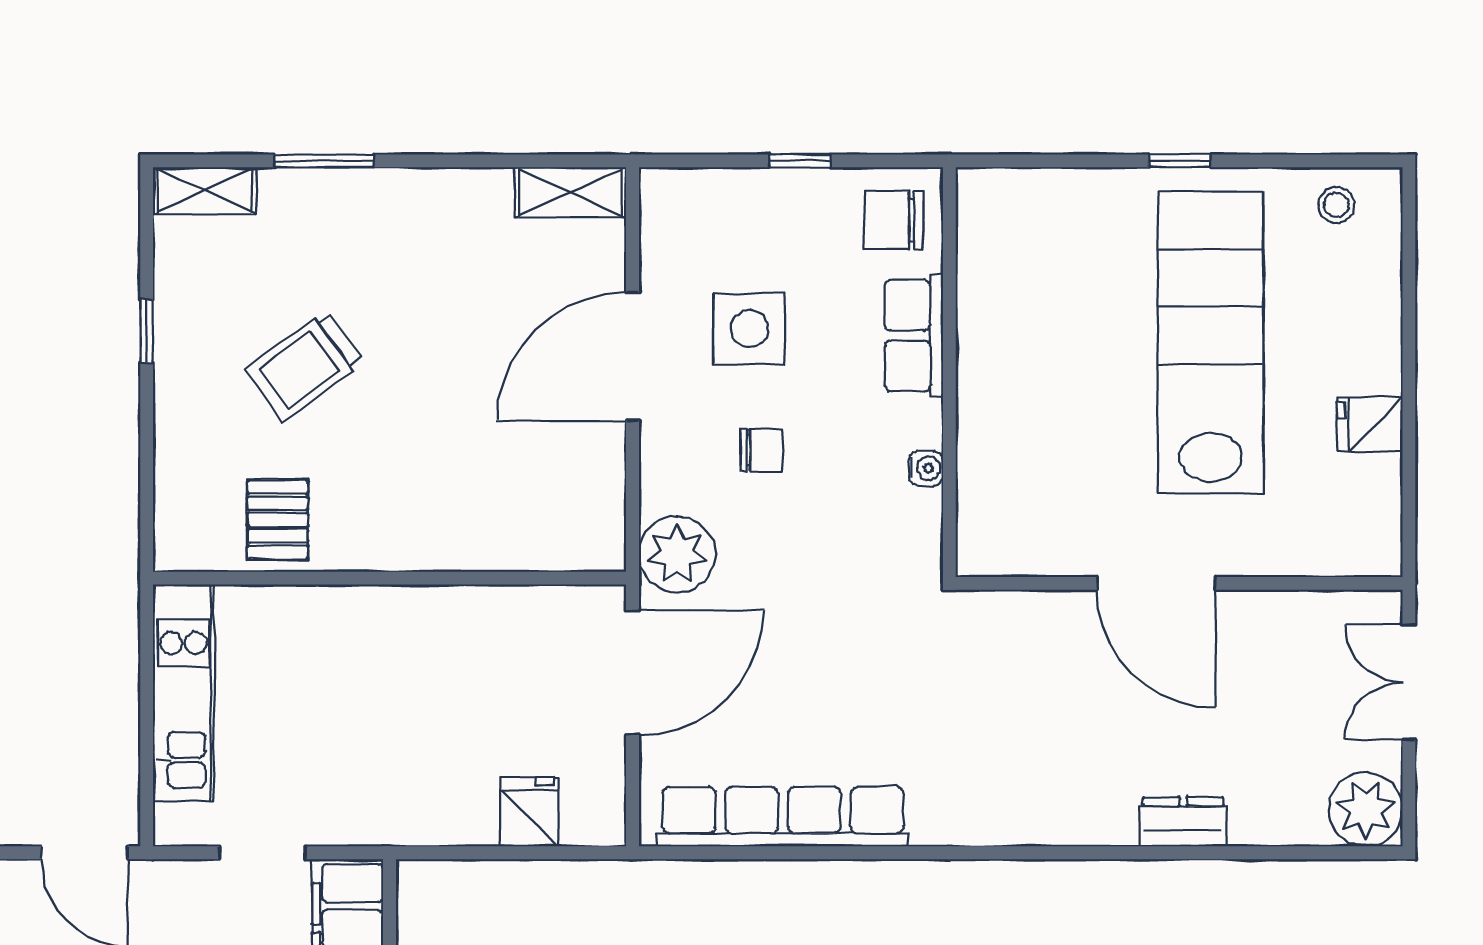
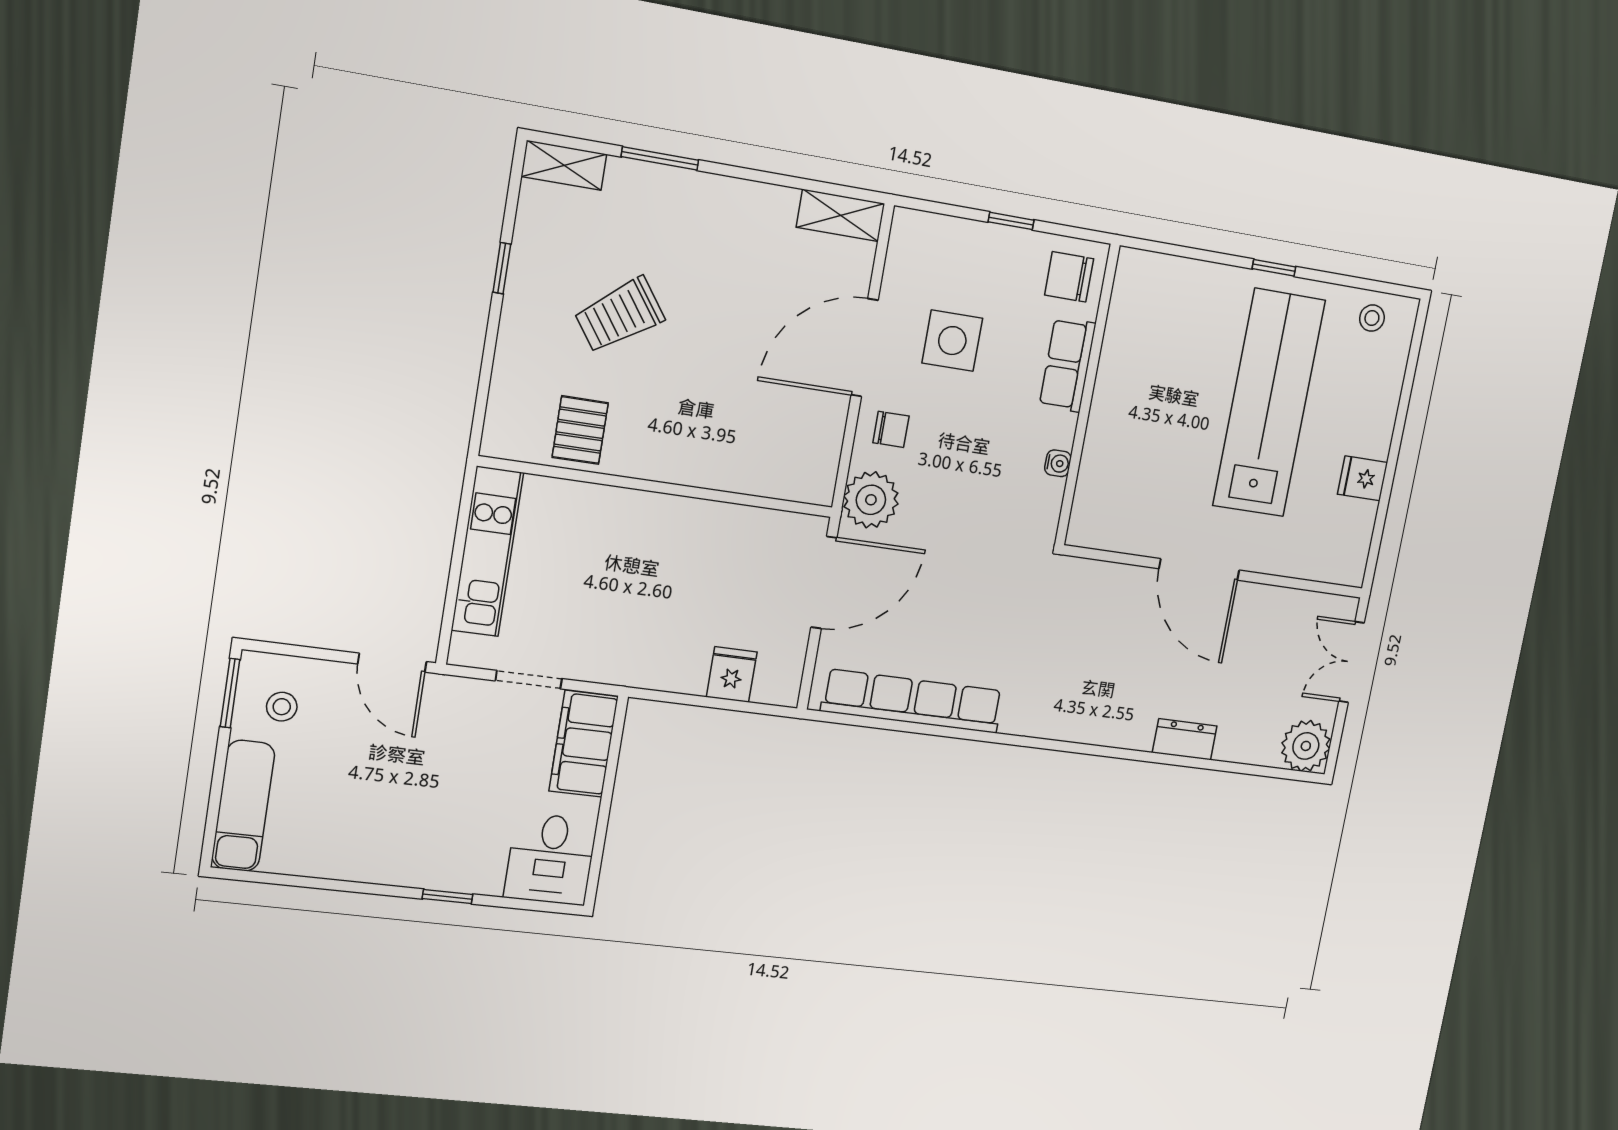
chair: (761, 450) -> (891, 429), moved

